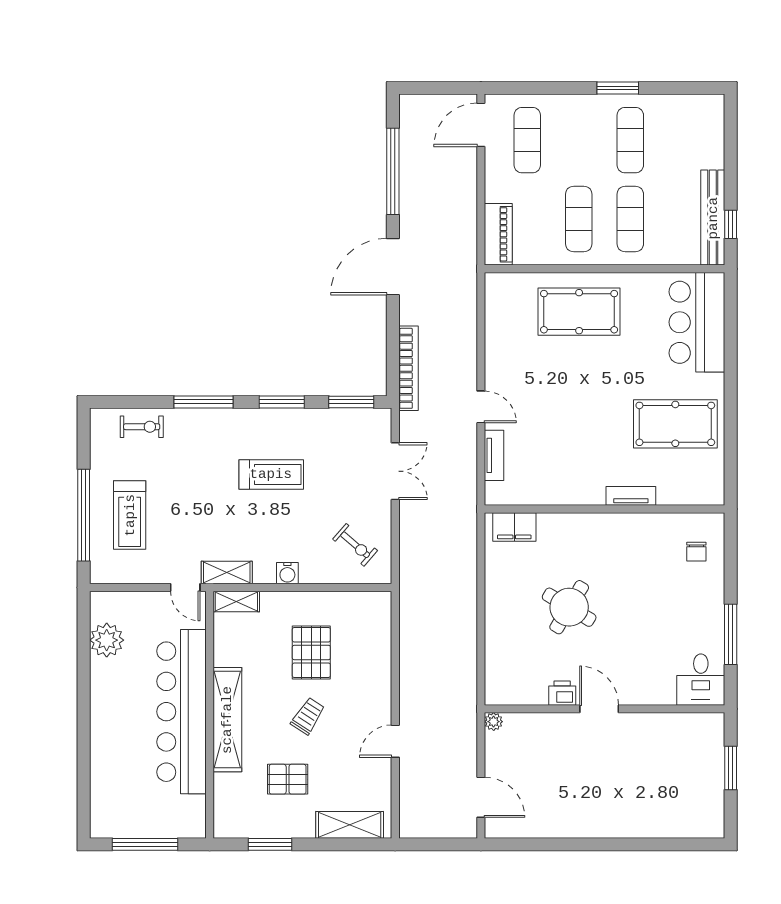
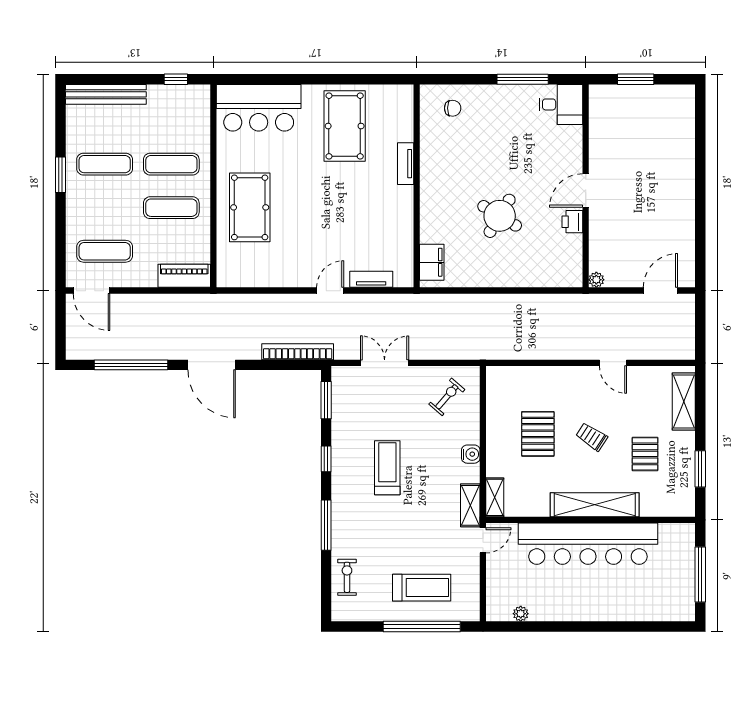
bench: (713, 218) -> (106, 94), moved
window: (282, 402) -> (326, 459), width x0.67
plant: (107, 640) -> (521, 614), width x0.53, depth x0.53
pallet: (311, 652) -> (538, 434), turned 90

